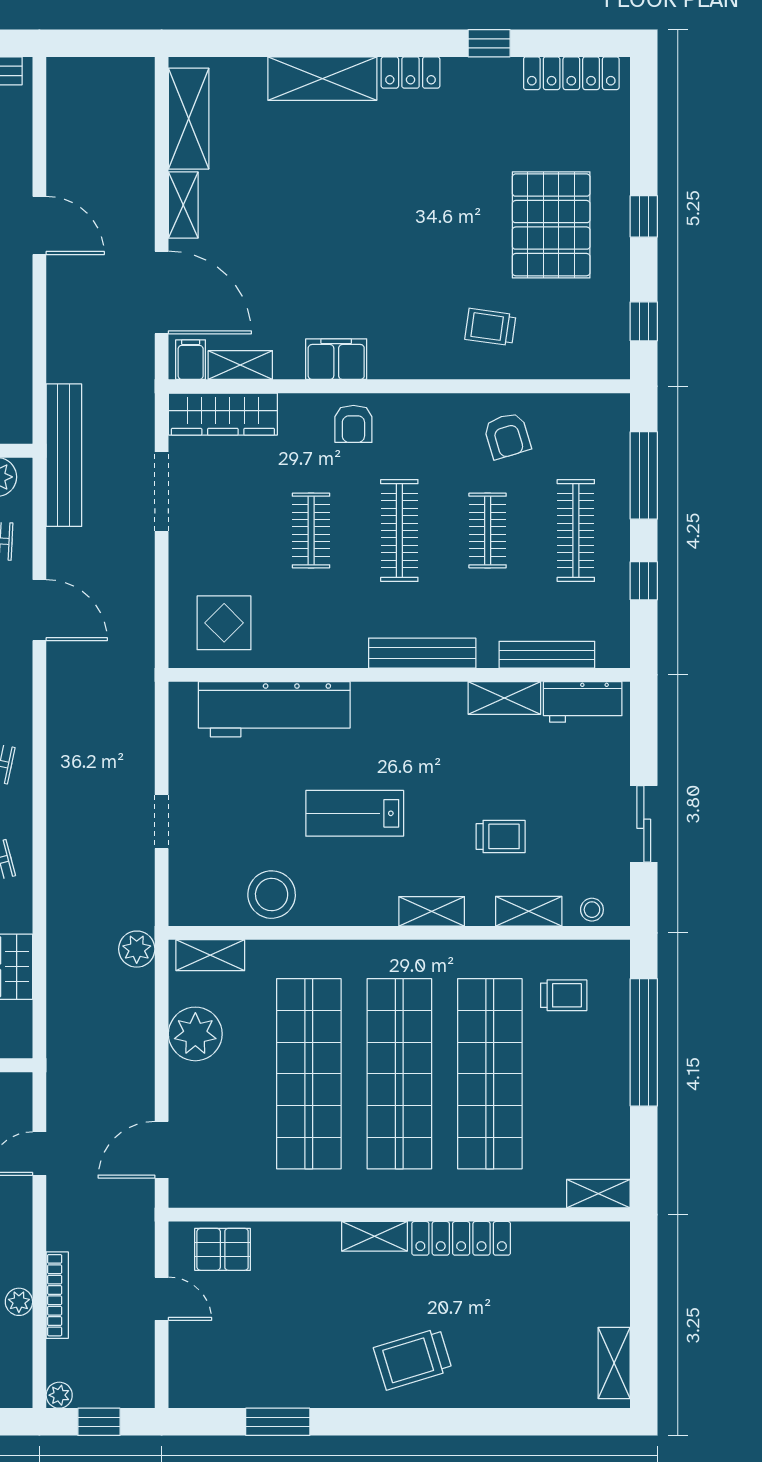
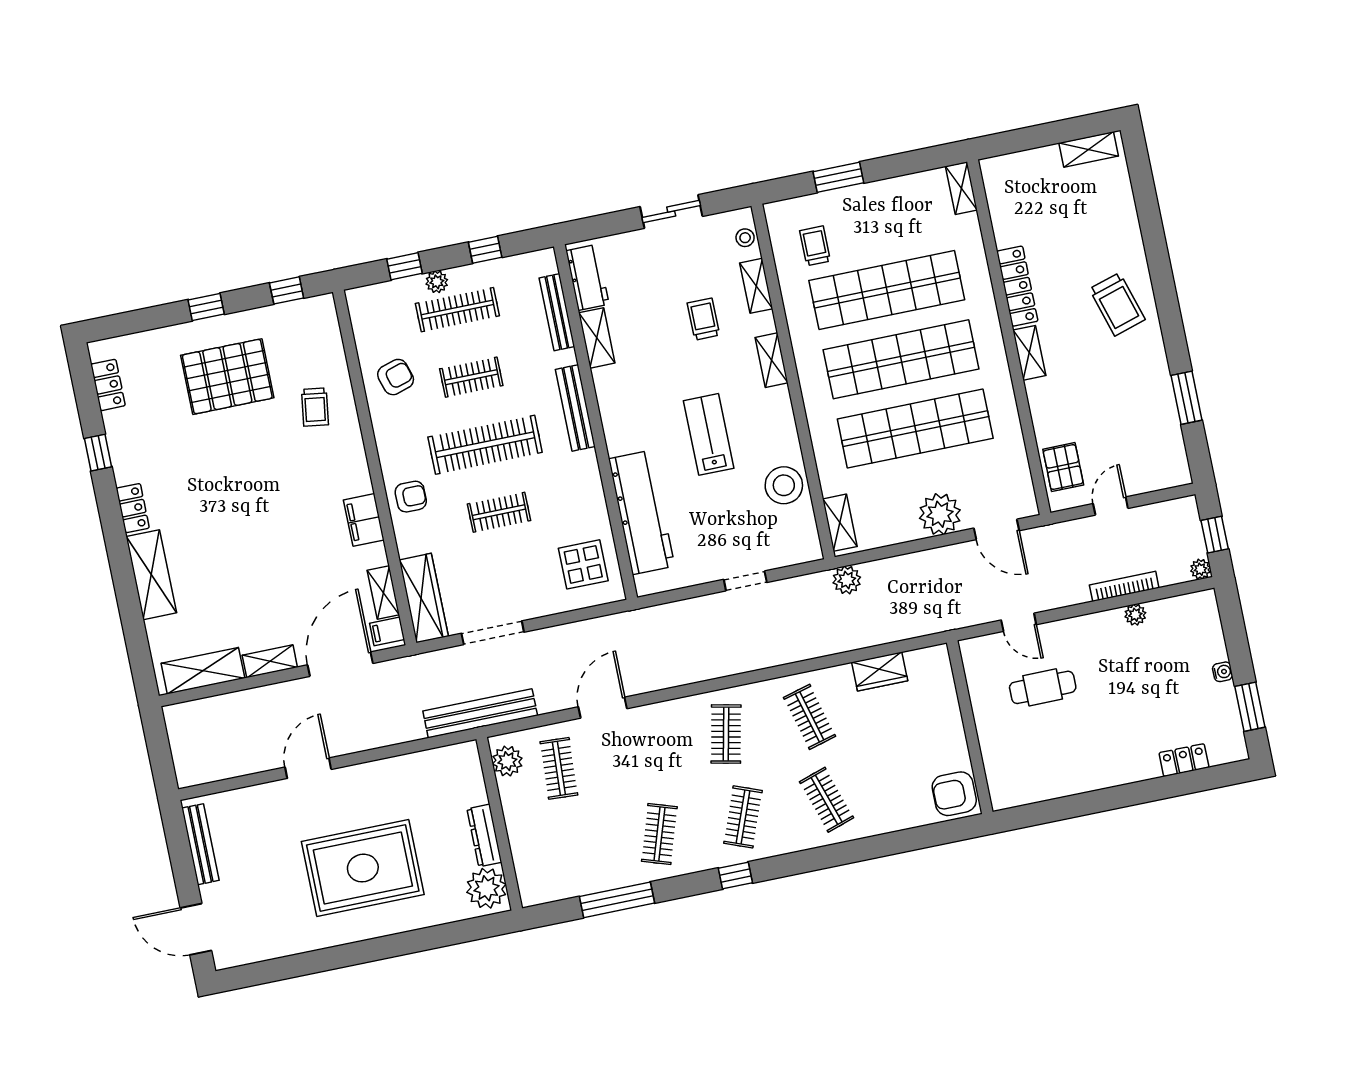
locker: (571, 73) -> (108, 385), width x0.66
window: (644, 475) -> (405, 266), width x0.46
plant: (616, 512) -> (437, 282), added
clothes rail: (399, 531) -> (485, 445), width x1.37, depth x1.31
lab bench: (355, 813) -> (709, 434), turned 180
plant: (195, 1034) -> (940, 514), moved
window: (644, 1042) -> (838, 177), width x0.47

